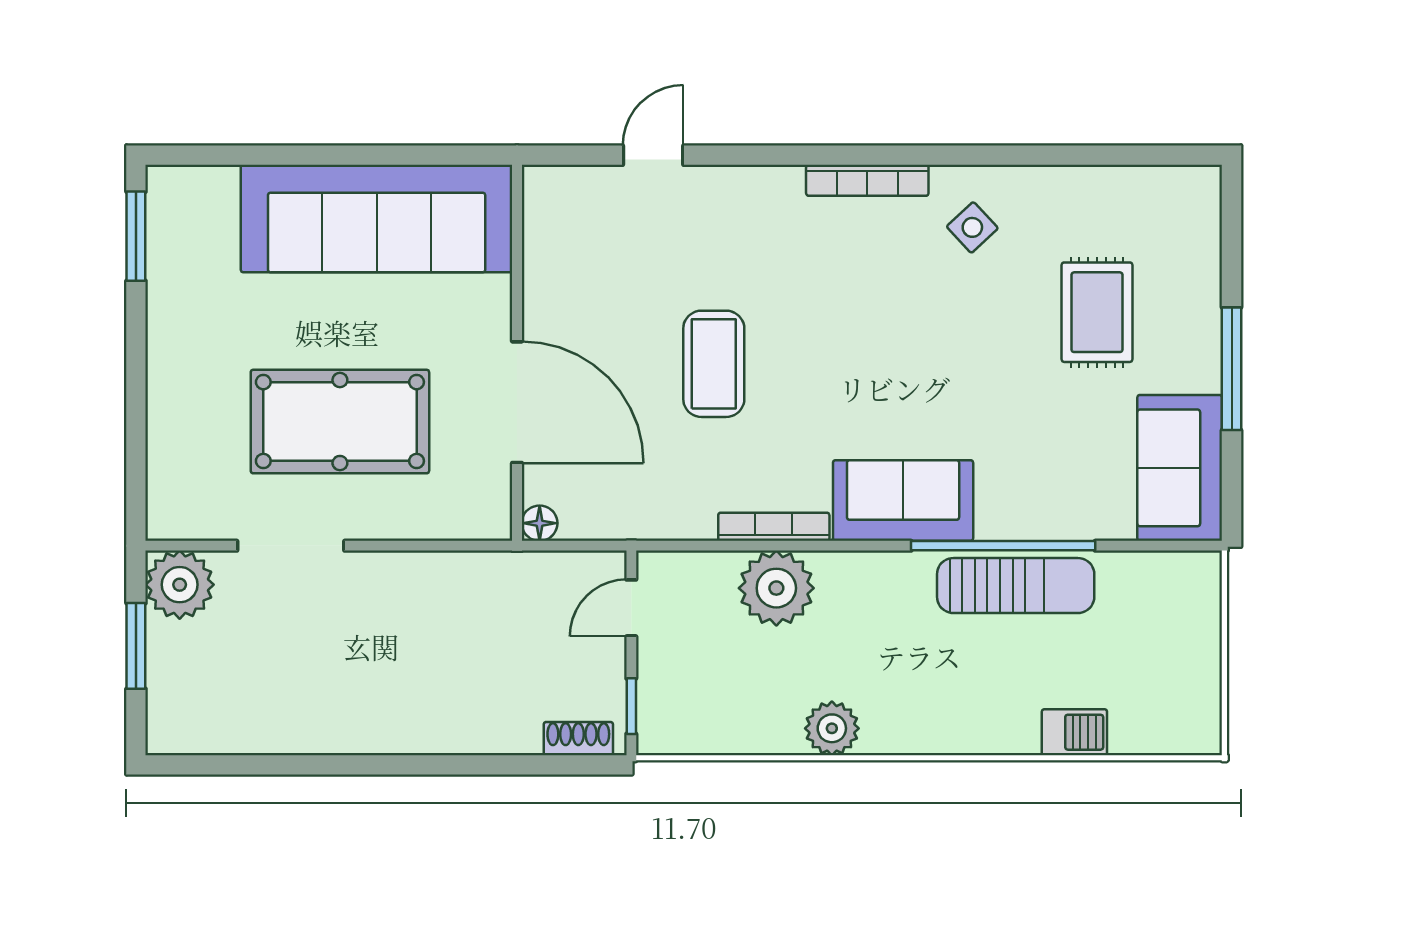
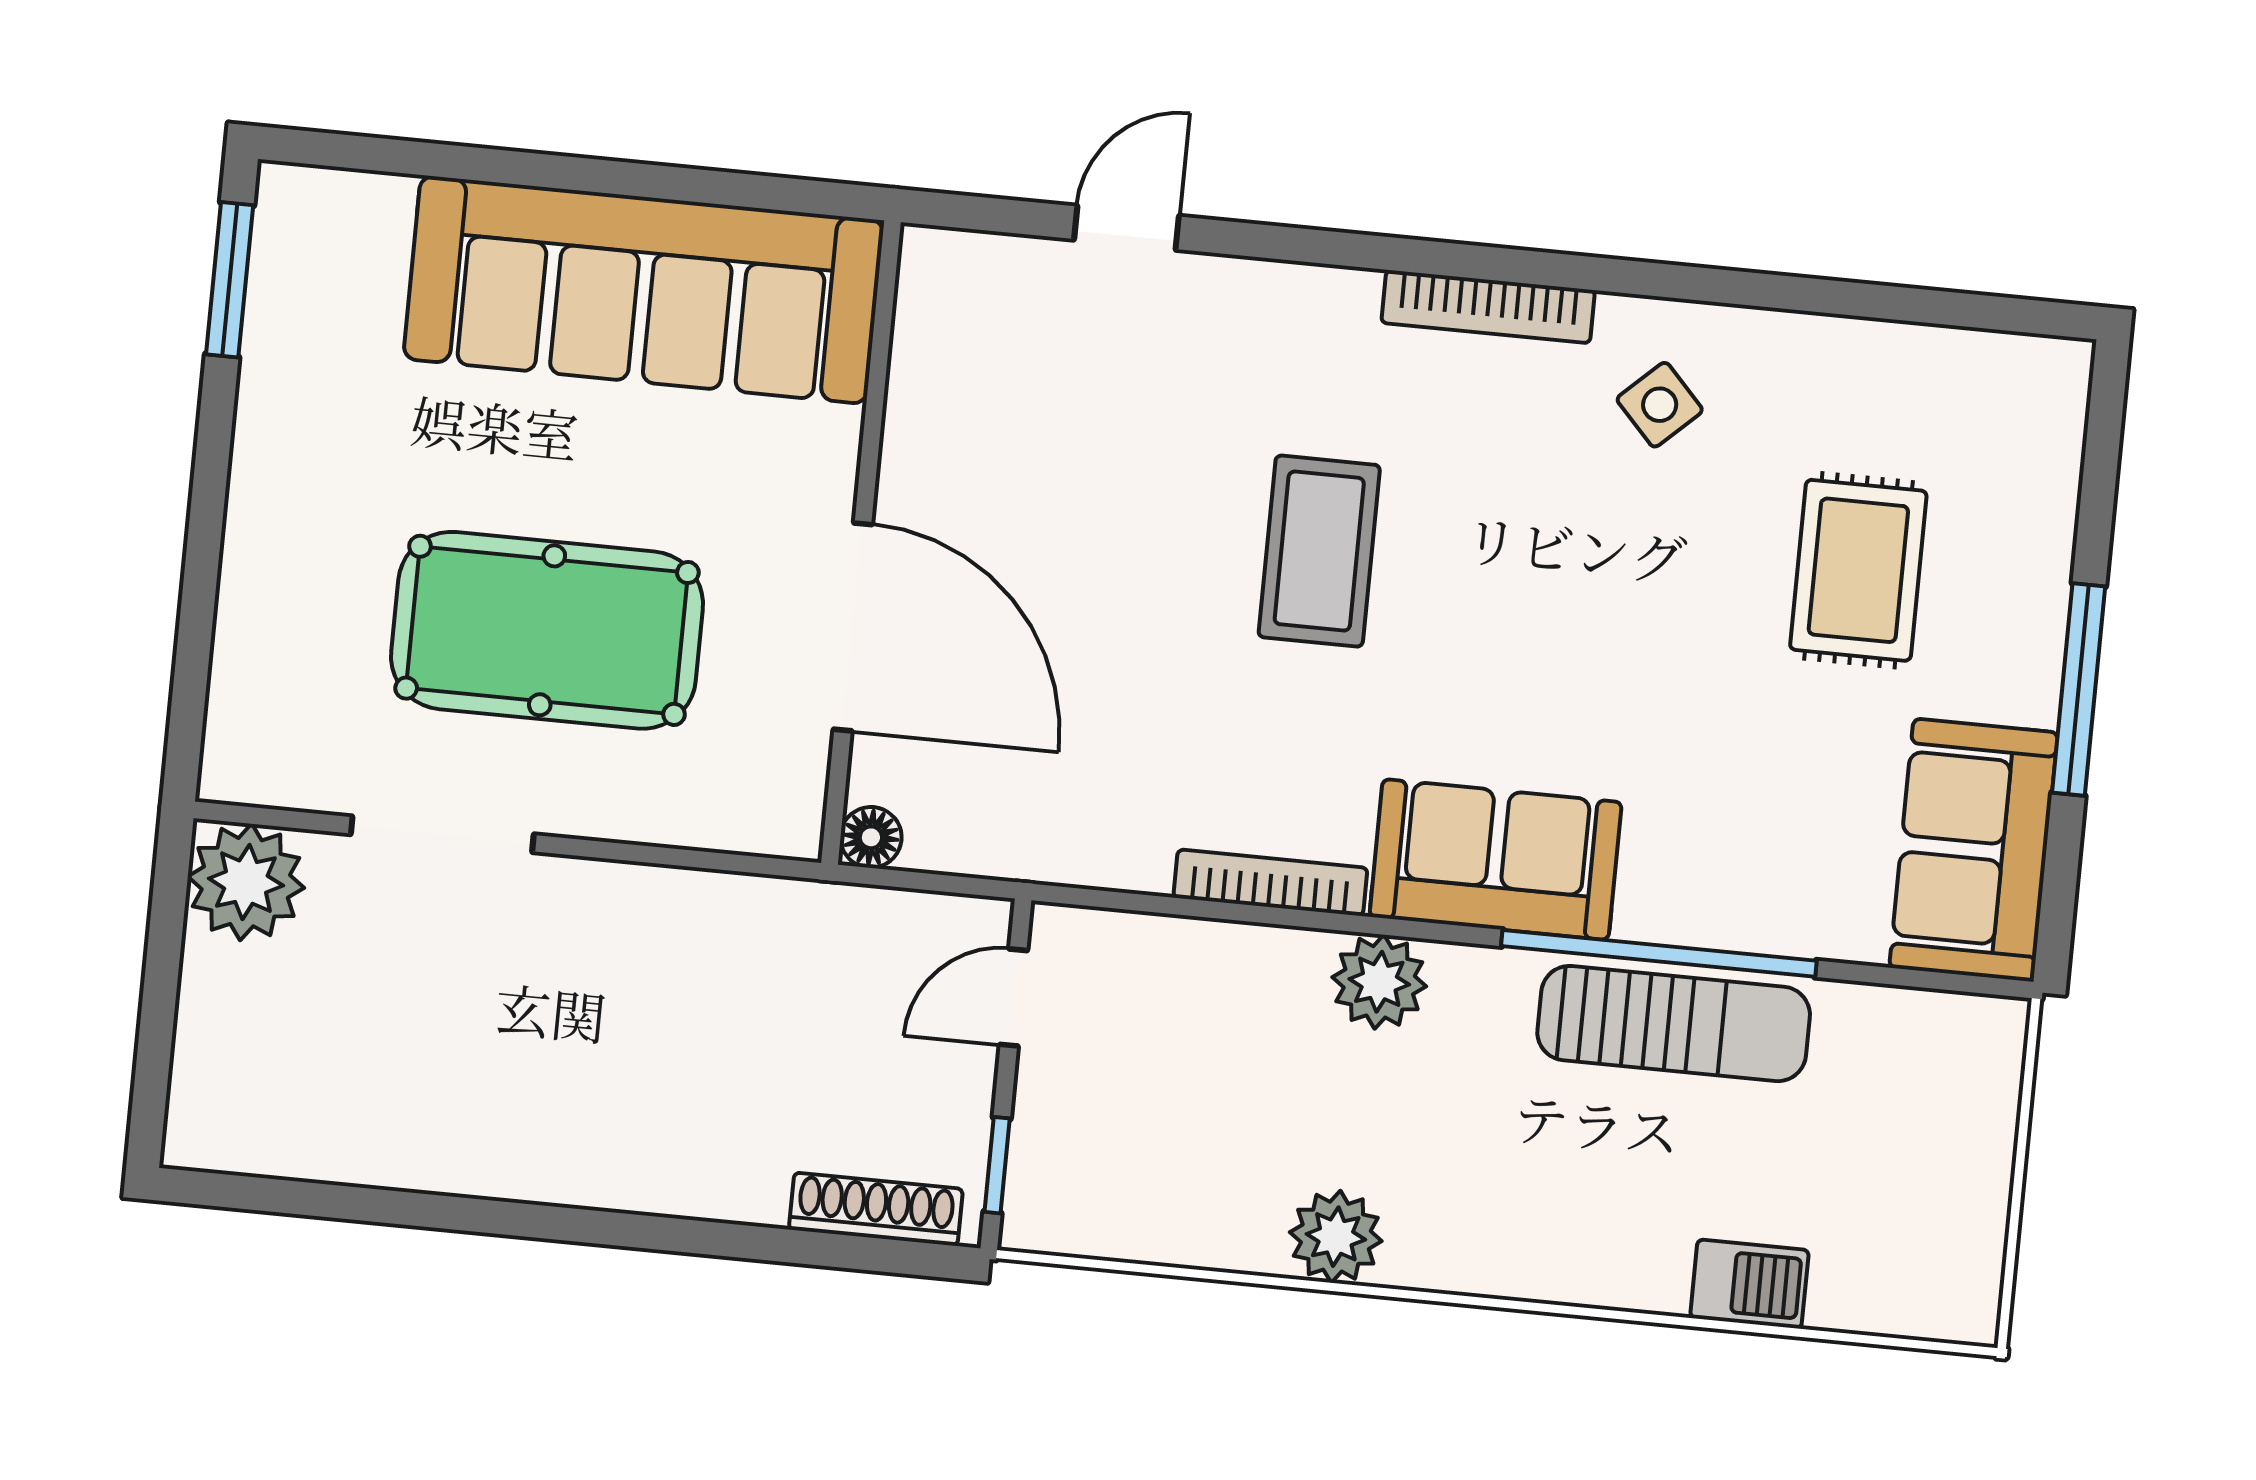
coffee table: (714, 364) -> (1319, 551), moved
plant: (776, 588) -> (1379, 982), moved, width x0.73, depth x0.73
window: (136, 646) -> (161, 979), removed
shoe rack: (578, 739) -> (876, 1209), width x1.43

